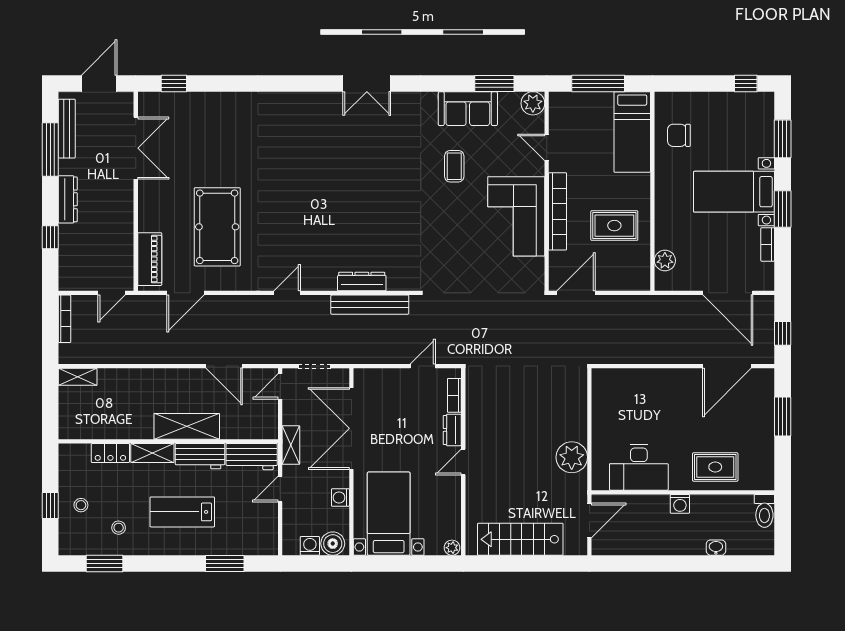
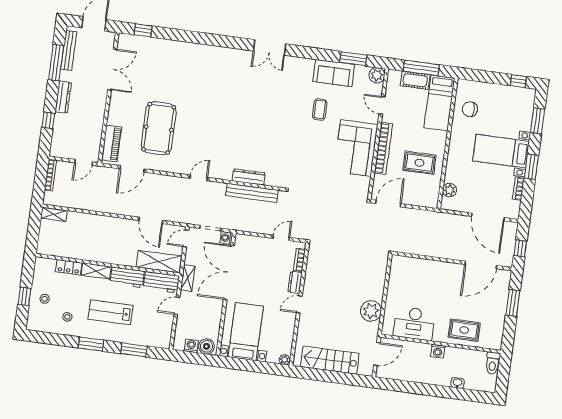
cot: (591, 103) -> (415, 80), added
shelving: (187, 426) -> (159, 262), moved
washing machine: (340, 497) -> (226, 238), moved
window: (105, 563) -> (91, 344), moved

